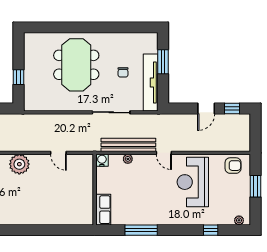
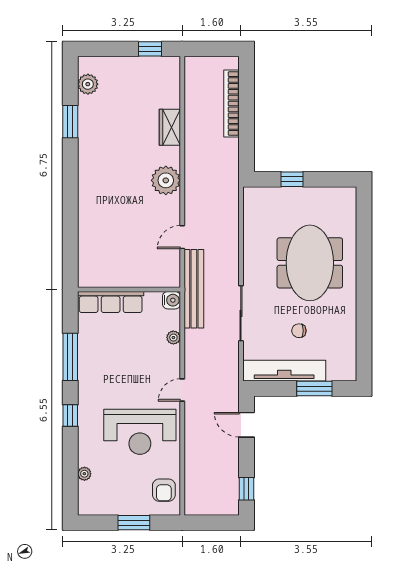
meeting table: (76, 65) -> (310, 263), turned 90
door: (206, 109) -> (246, 425), moved
bench: (128, 145) -> (194, 289), moved
reception desk: (193, 182) -> (140, 432), turned 180
row of seats: (103, 210) -> (111, 302), width x1.48
plant: (239, 220) -> (84, 474), moved
window: (211, 230) -> (70, 416), moved

